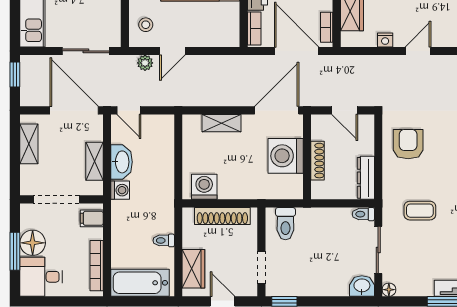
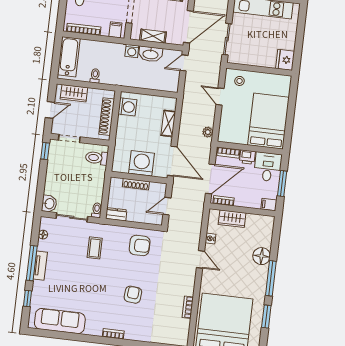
plant: (145, 63) -> (208, 132), moved
dresser: (366, 178) -> (116, 214), width x0.70
floor lamp: (389, 290) -> (43, 235), moved

